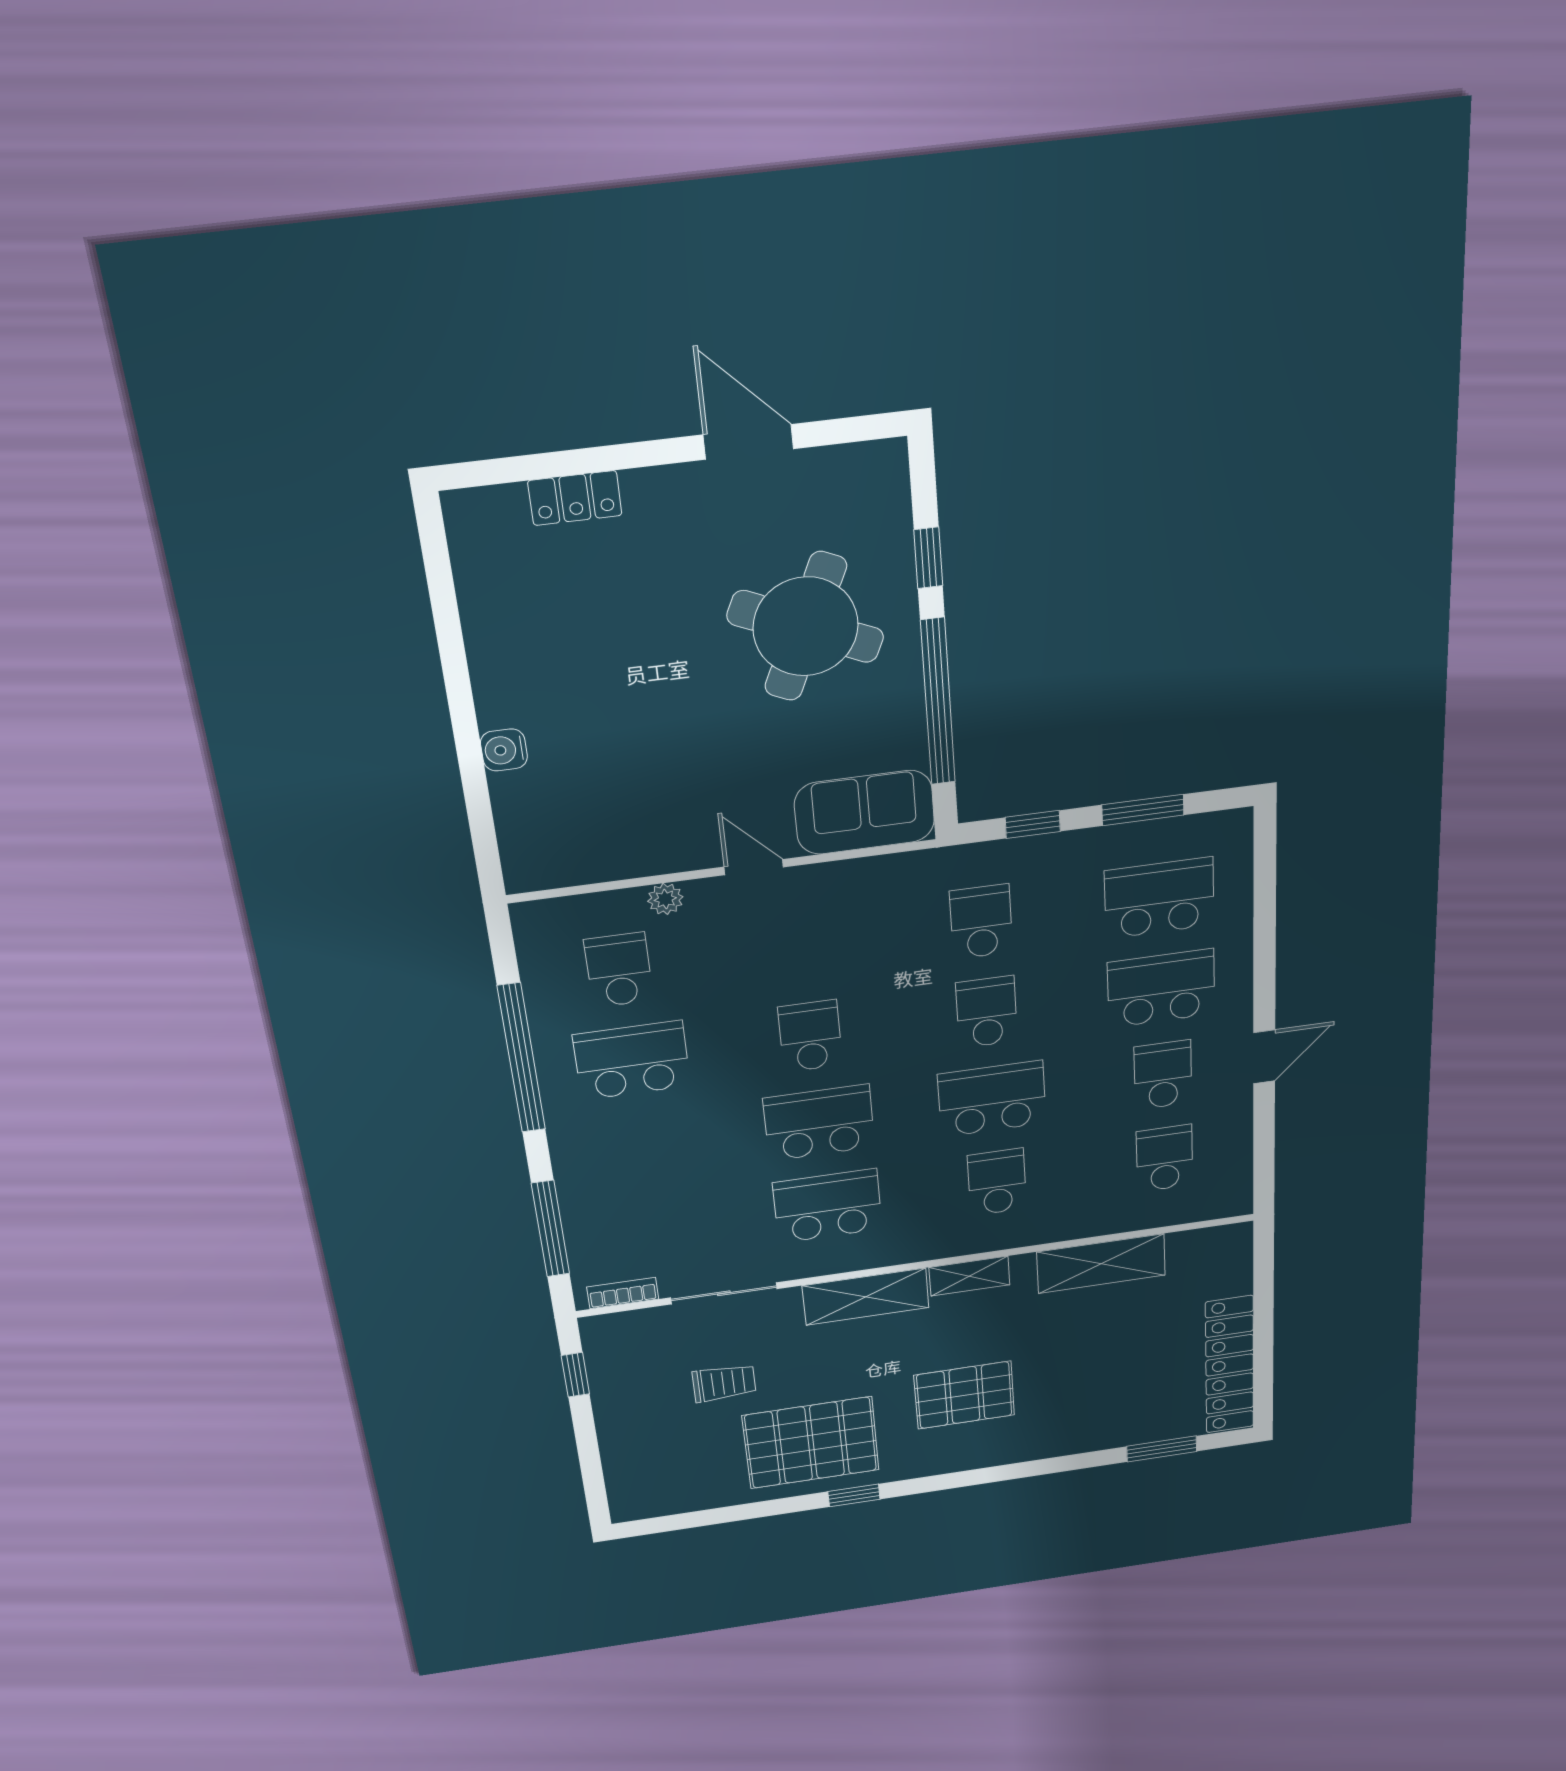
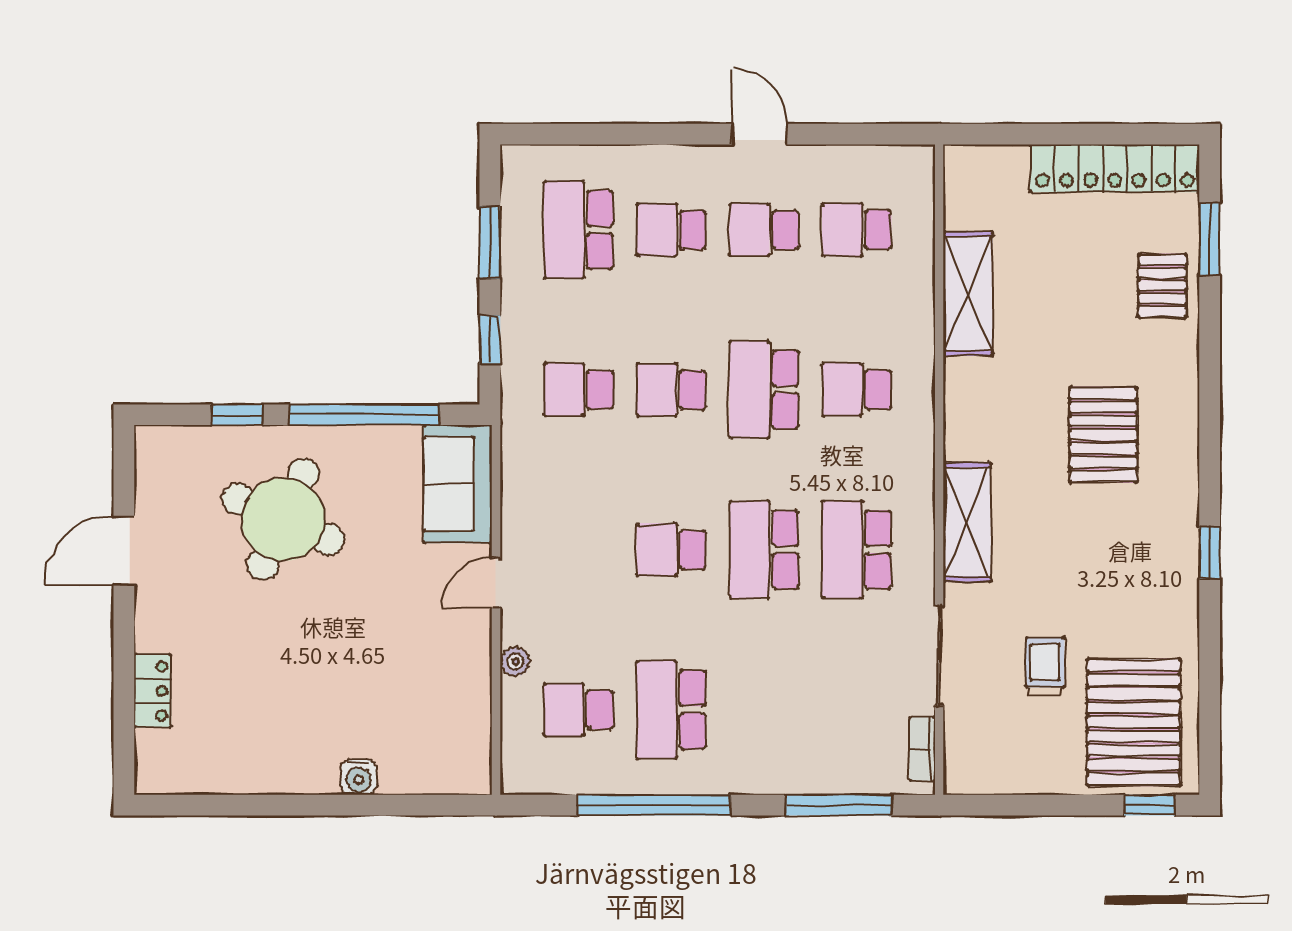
school desk: (1161, 988) -> (671, 230), width x0.54
shelving: (969, 1276) -> (960, 422), removed
window: (575, 1375) -> (1150, 805), moved
pallet: (1115, 1419) -> (1162, 286), added
pallet: (811, 1443) -> (1134, 722), moved

